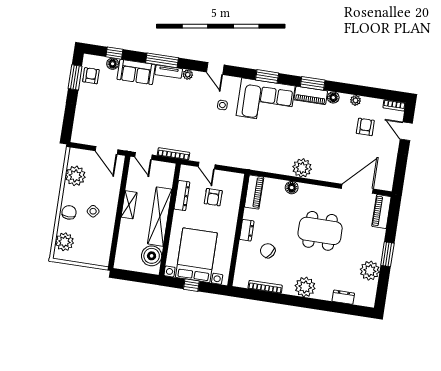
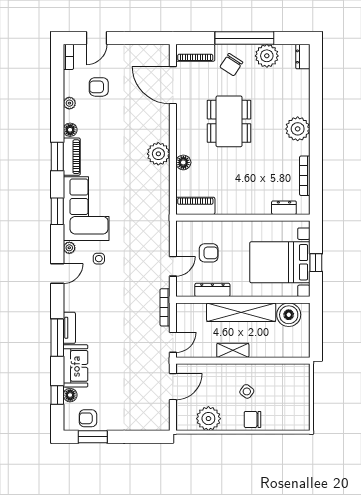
plant: (188, 75) -> (69, 248), moved
dresser: (247, 230) -> (284, 208), moved
plant: (64, 242) -> (288, 420), removed
chair: (268, 251) -> (231, 65), moved
window: (387, 254) -> (244, 38), width x2.11
dresser: (343, 297) -> (303, 57), moved

